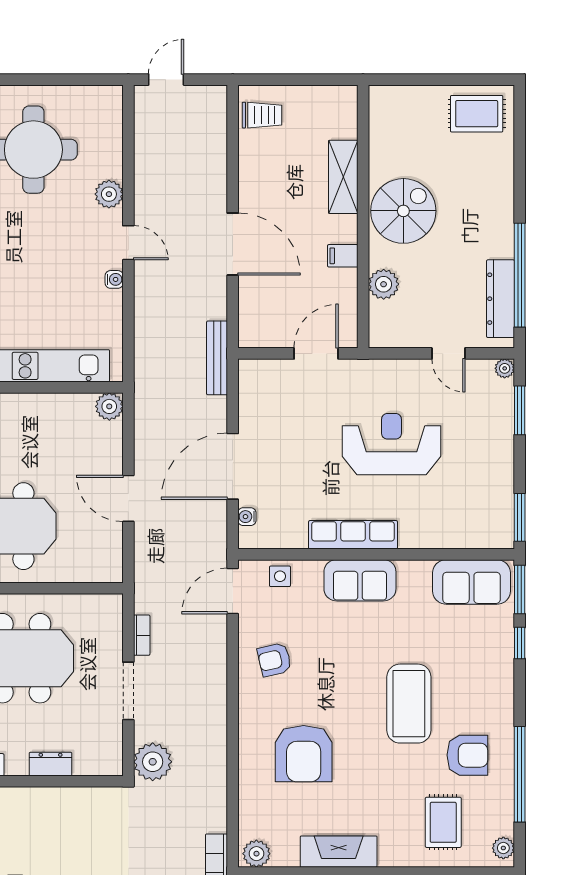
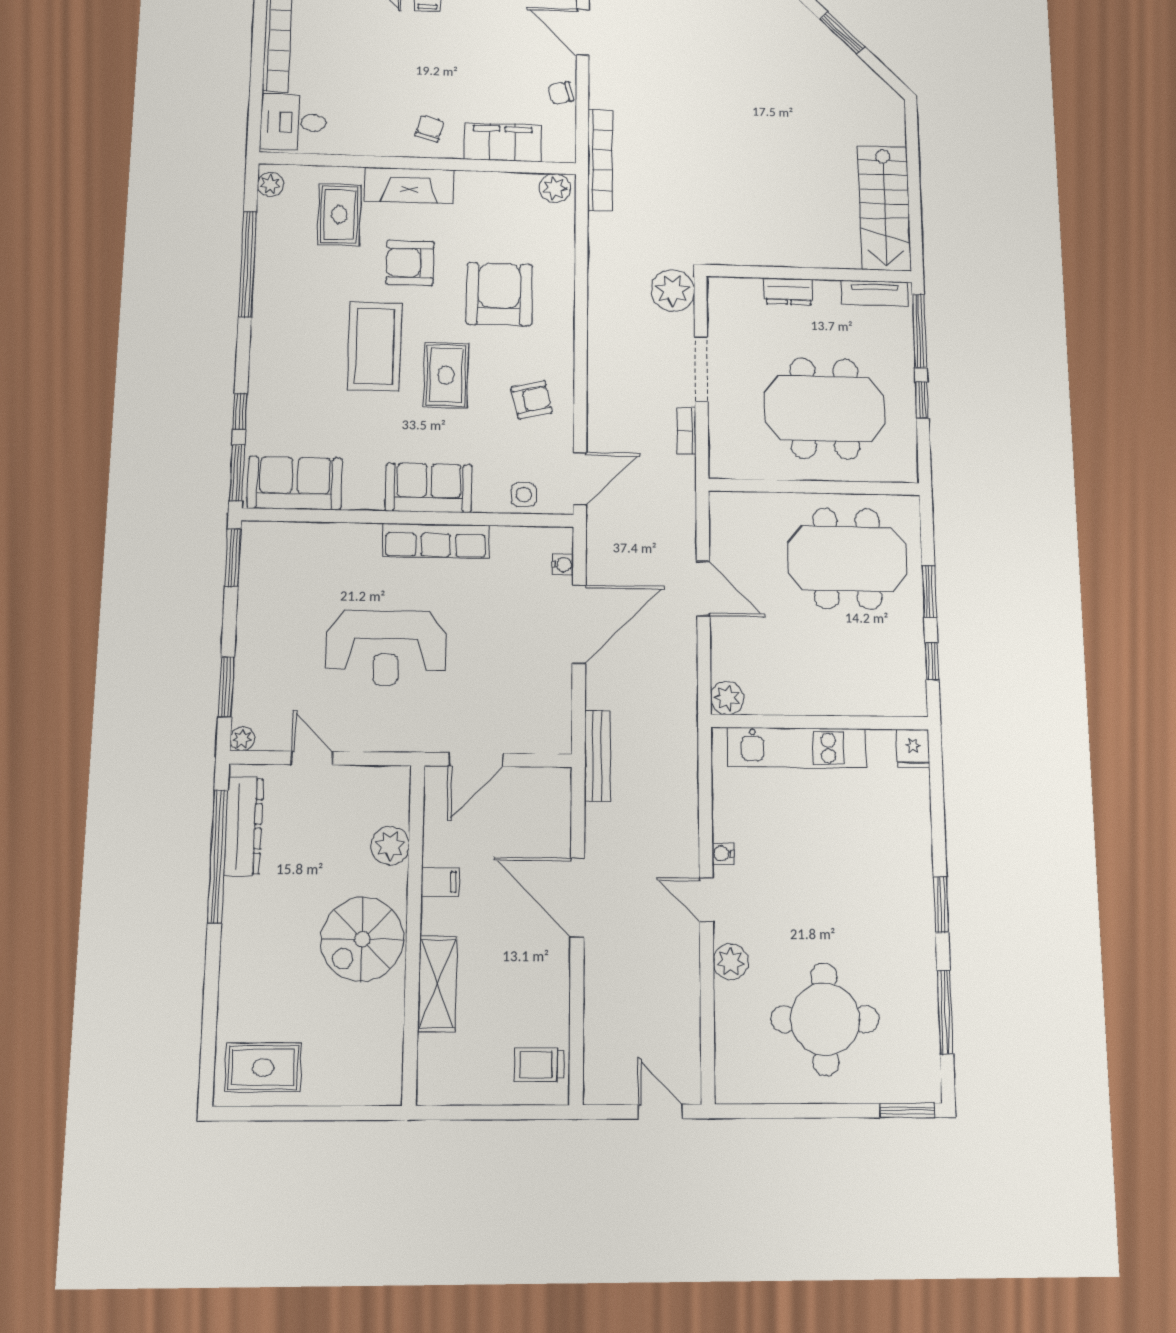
door: (166, 80) -> (660, 1112), swing flipped
rug: (348, 679) -> (446, 375), added
armchair: (467, 755) -> (410, 263), moved
fireplace: (339, 852) -> (409, 185), moved

